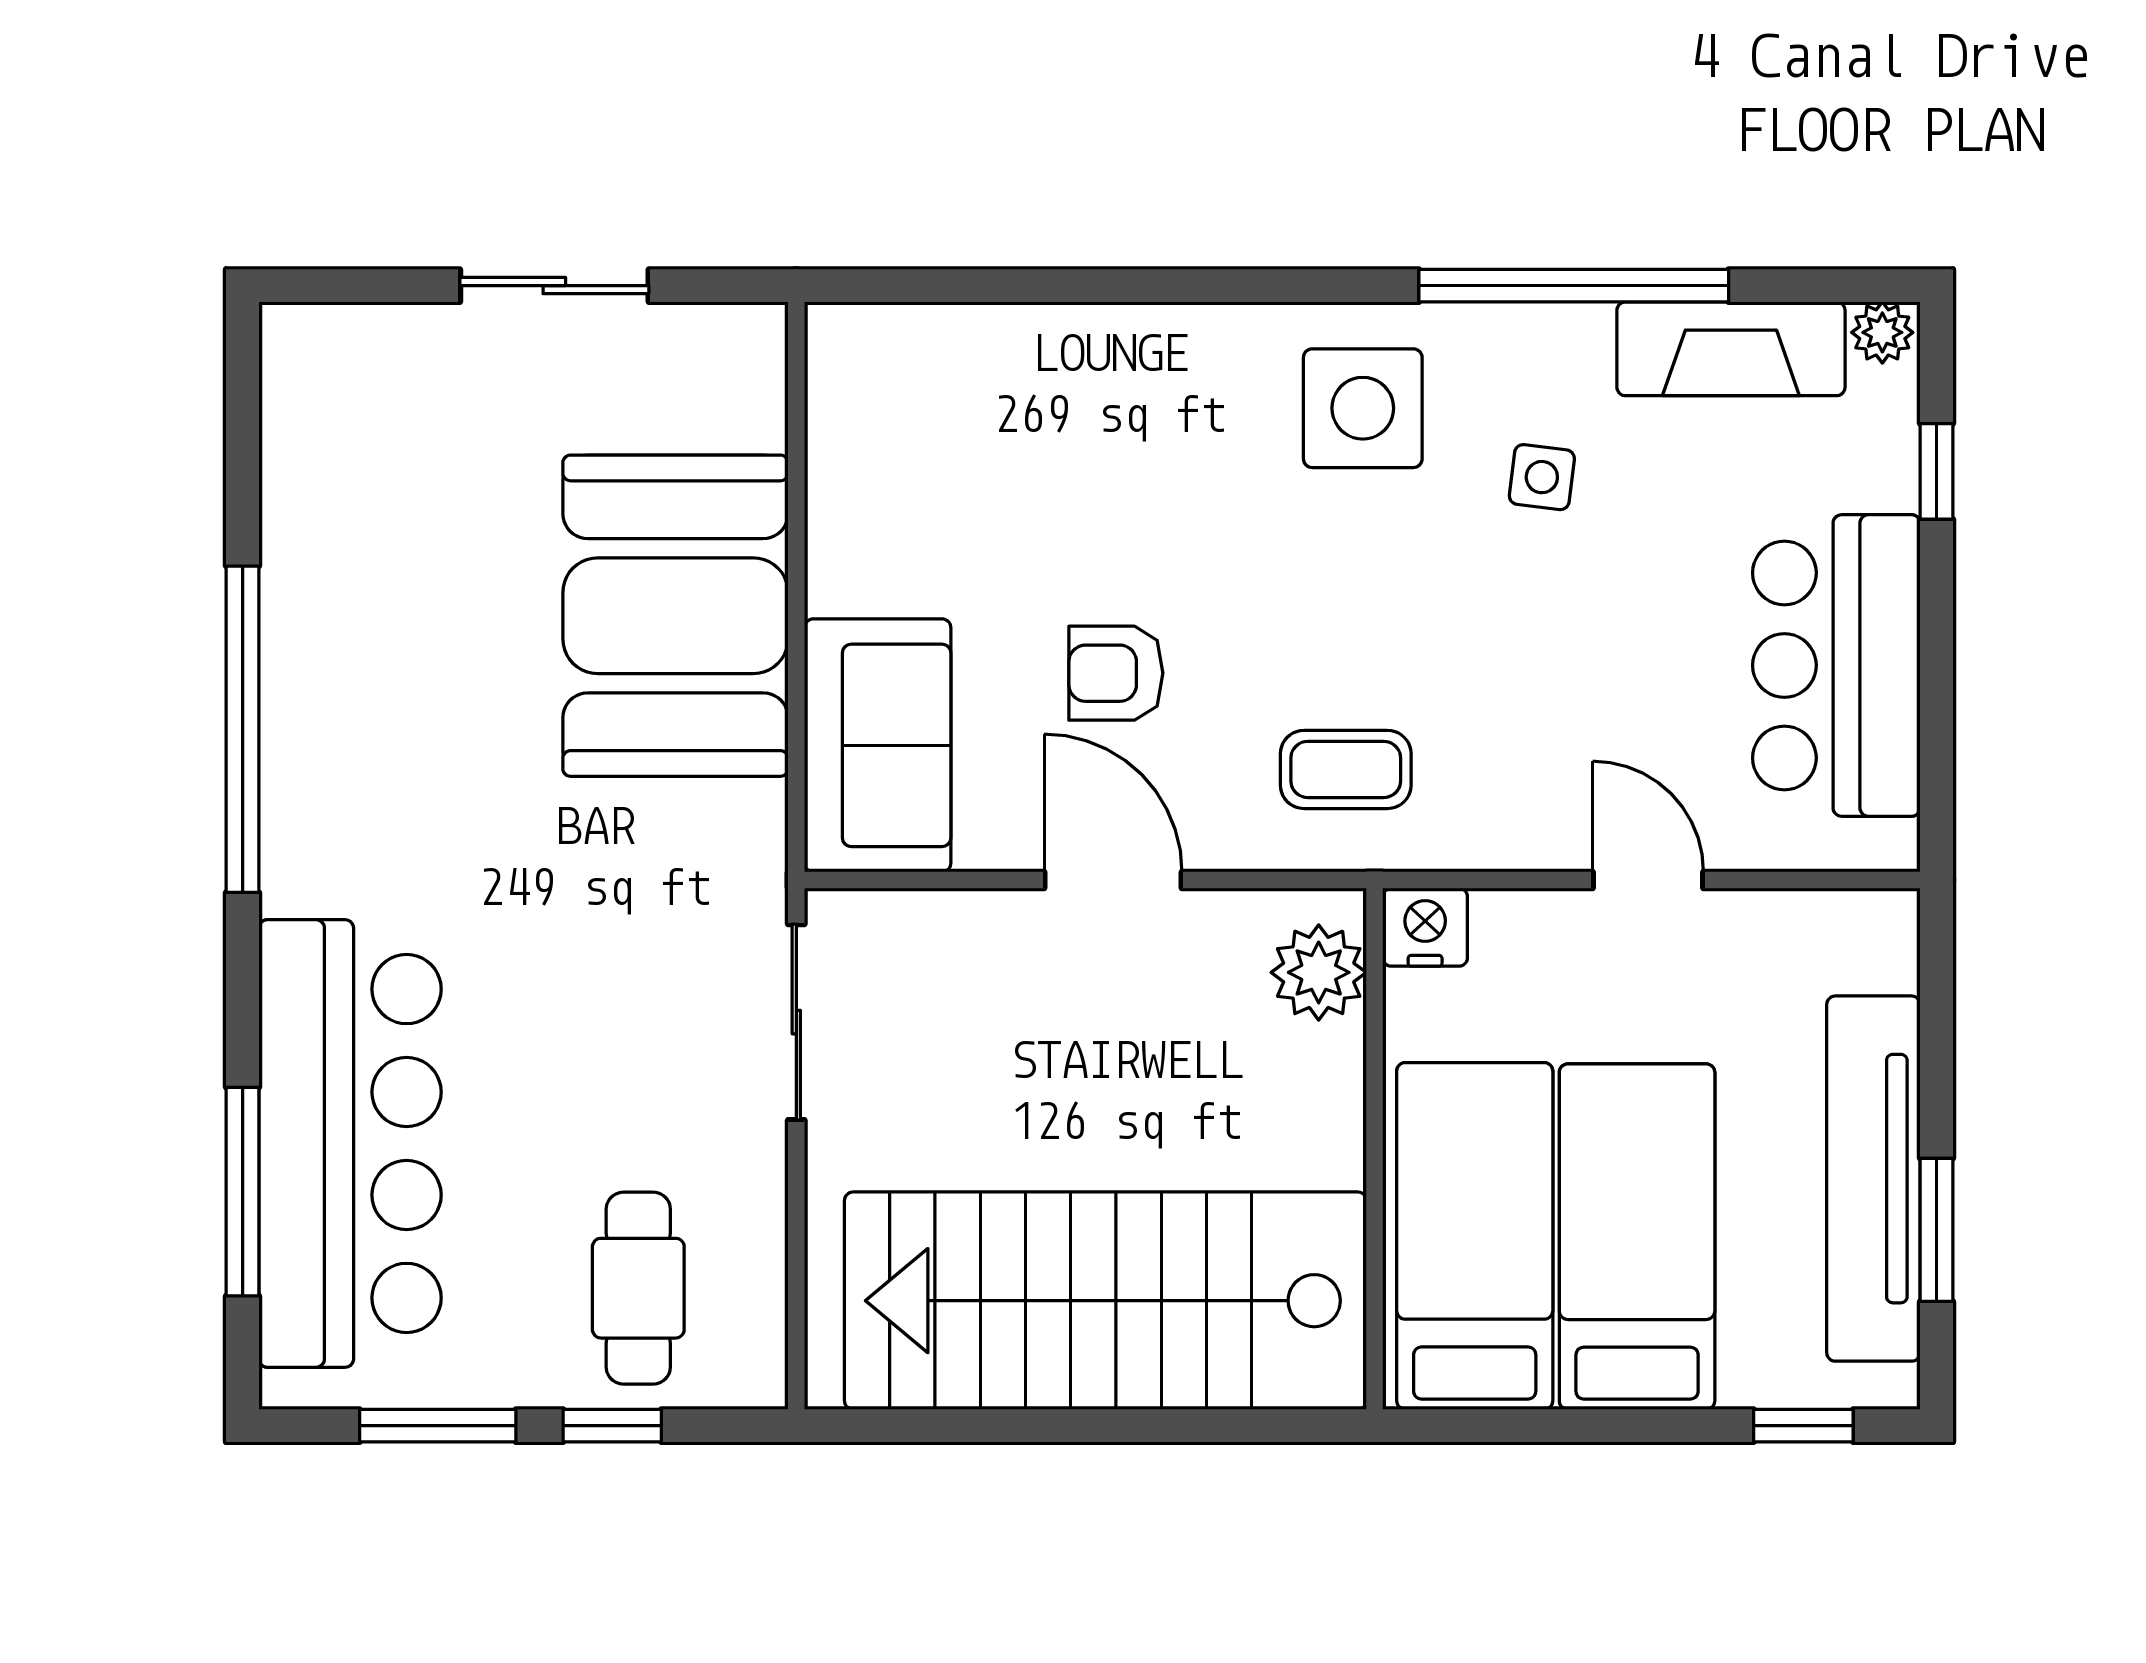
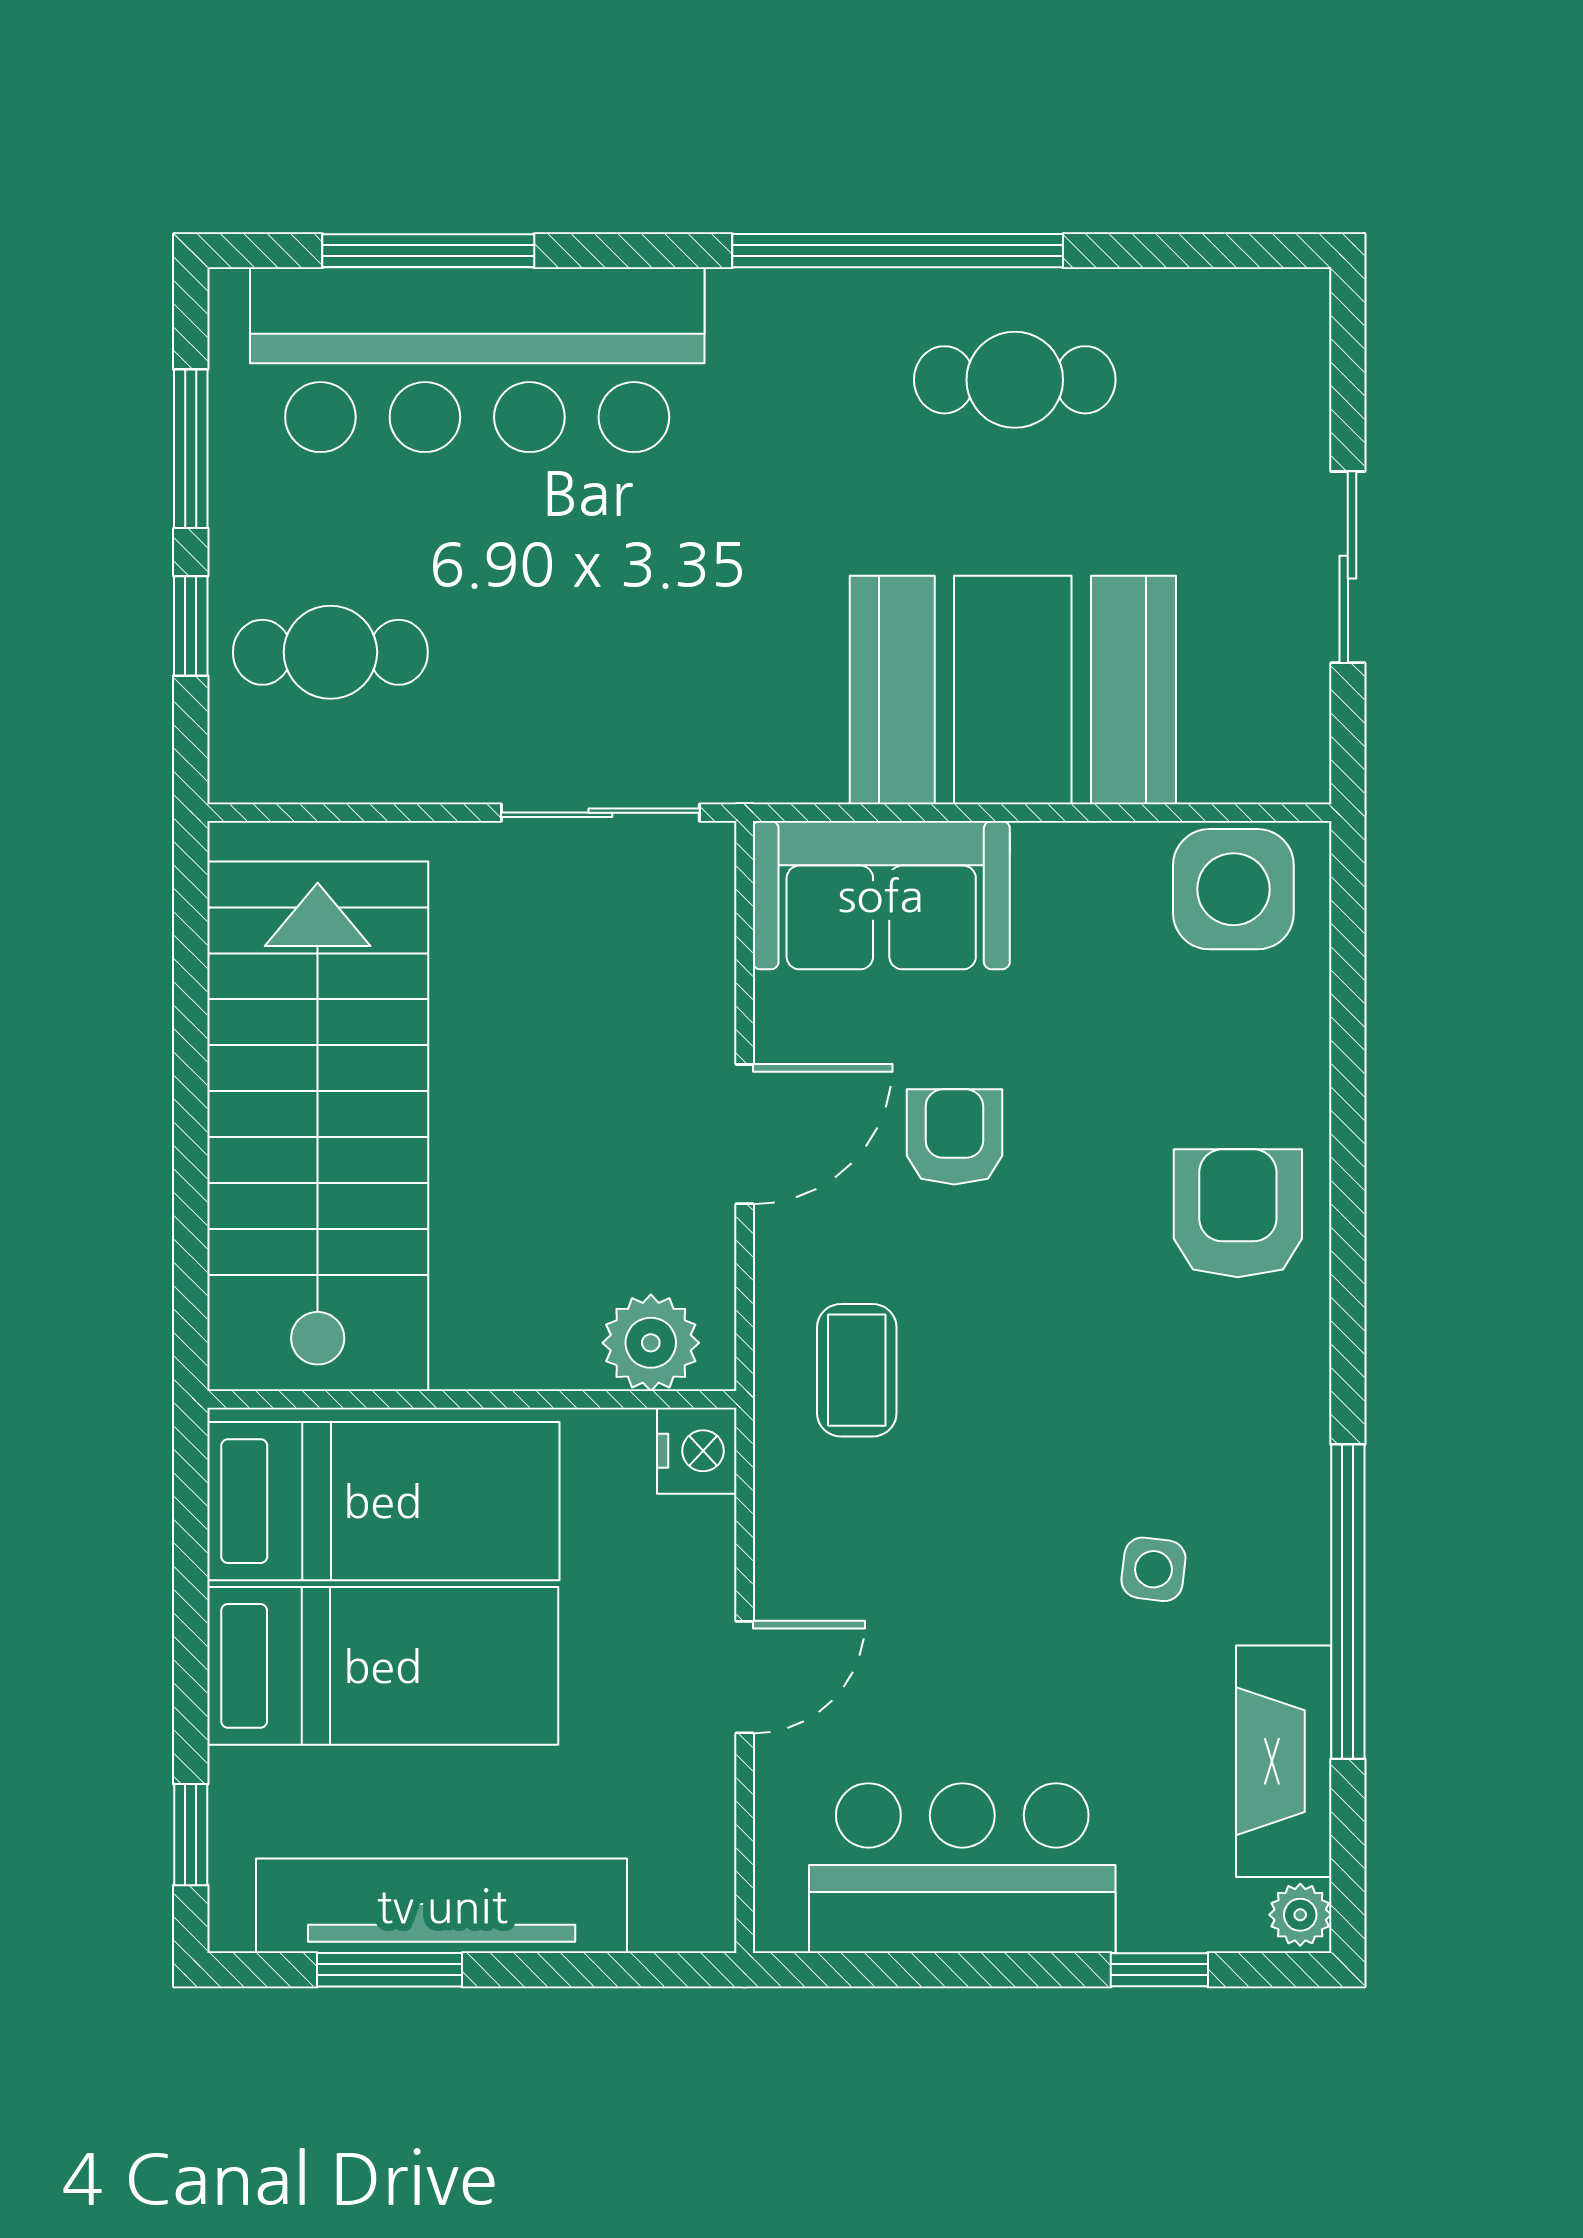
armchair: (1191, 394) -> (1238, 1213), added
side table: (1363, 408) -> (1233, 889), moved
cafe table: (370, 614) -> (1015, 380), added

